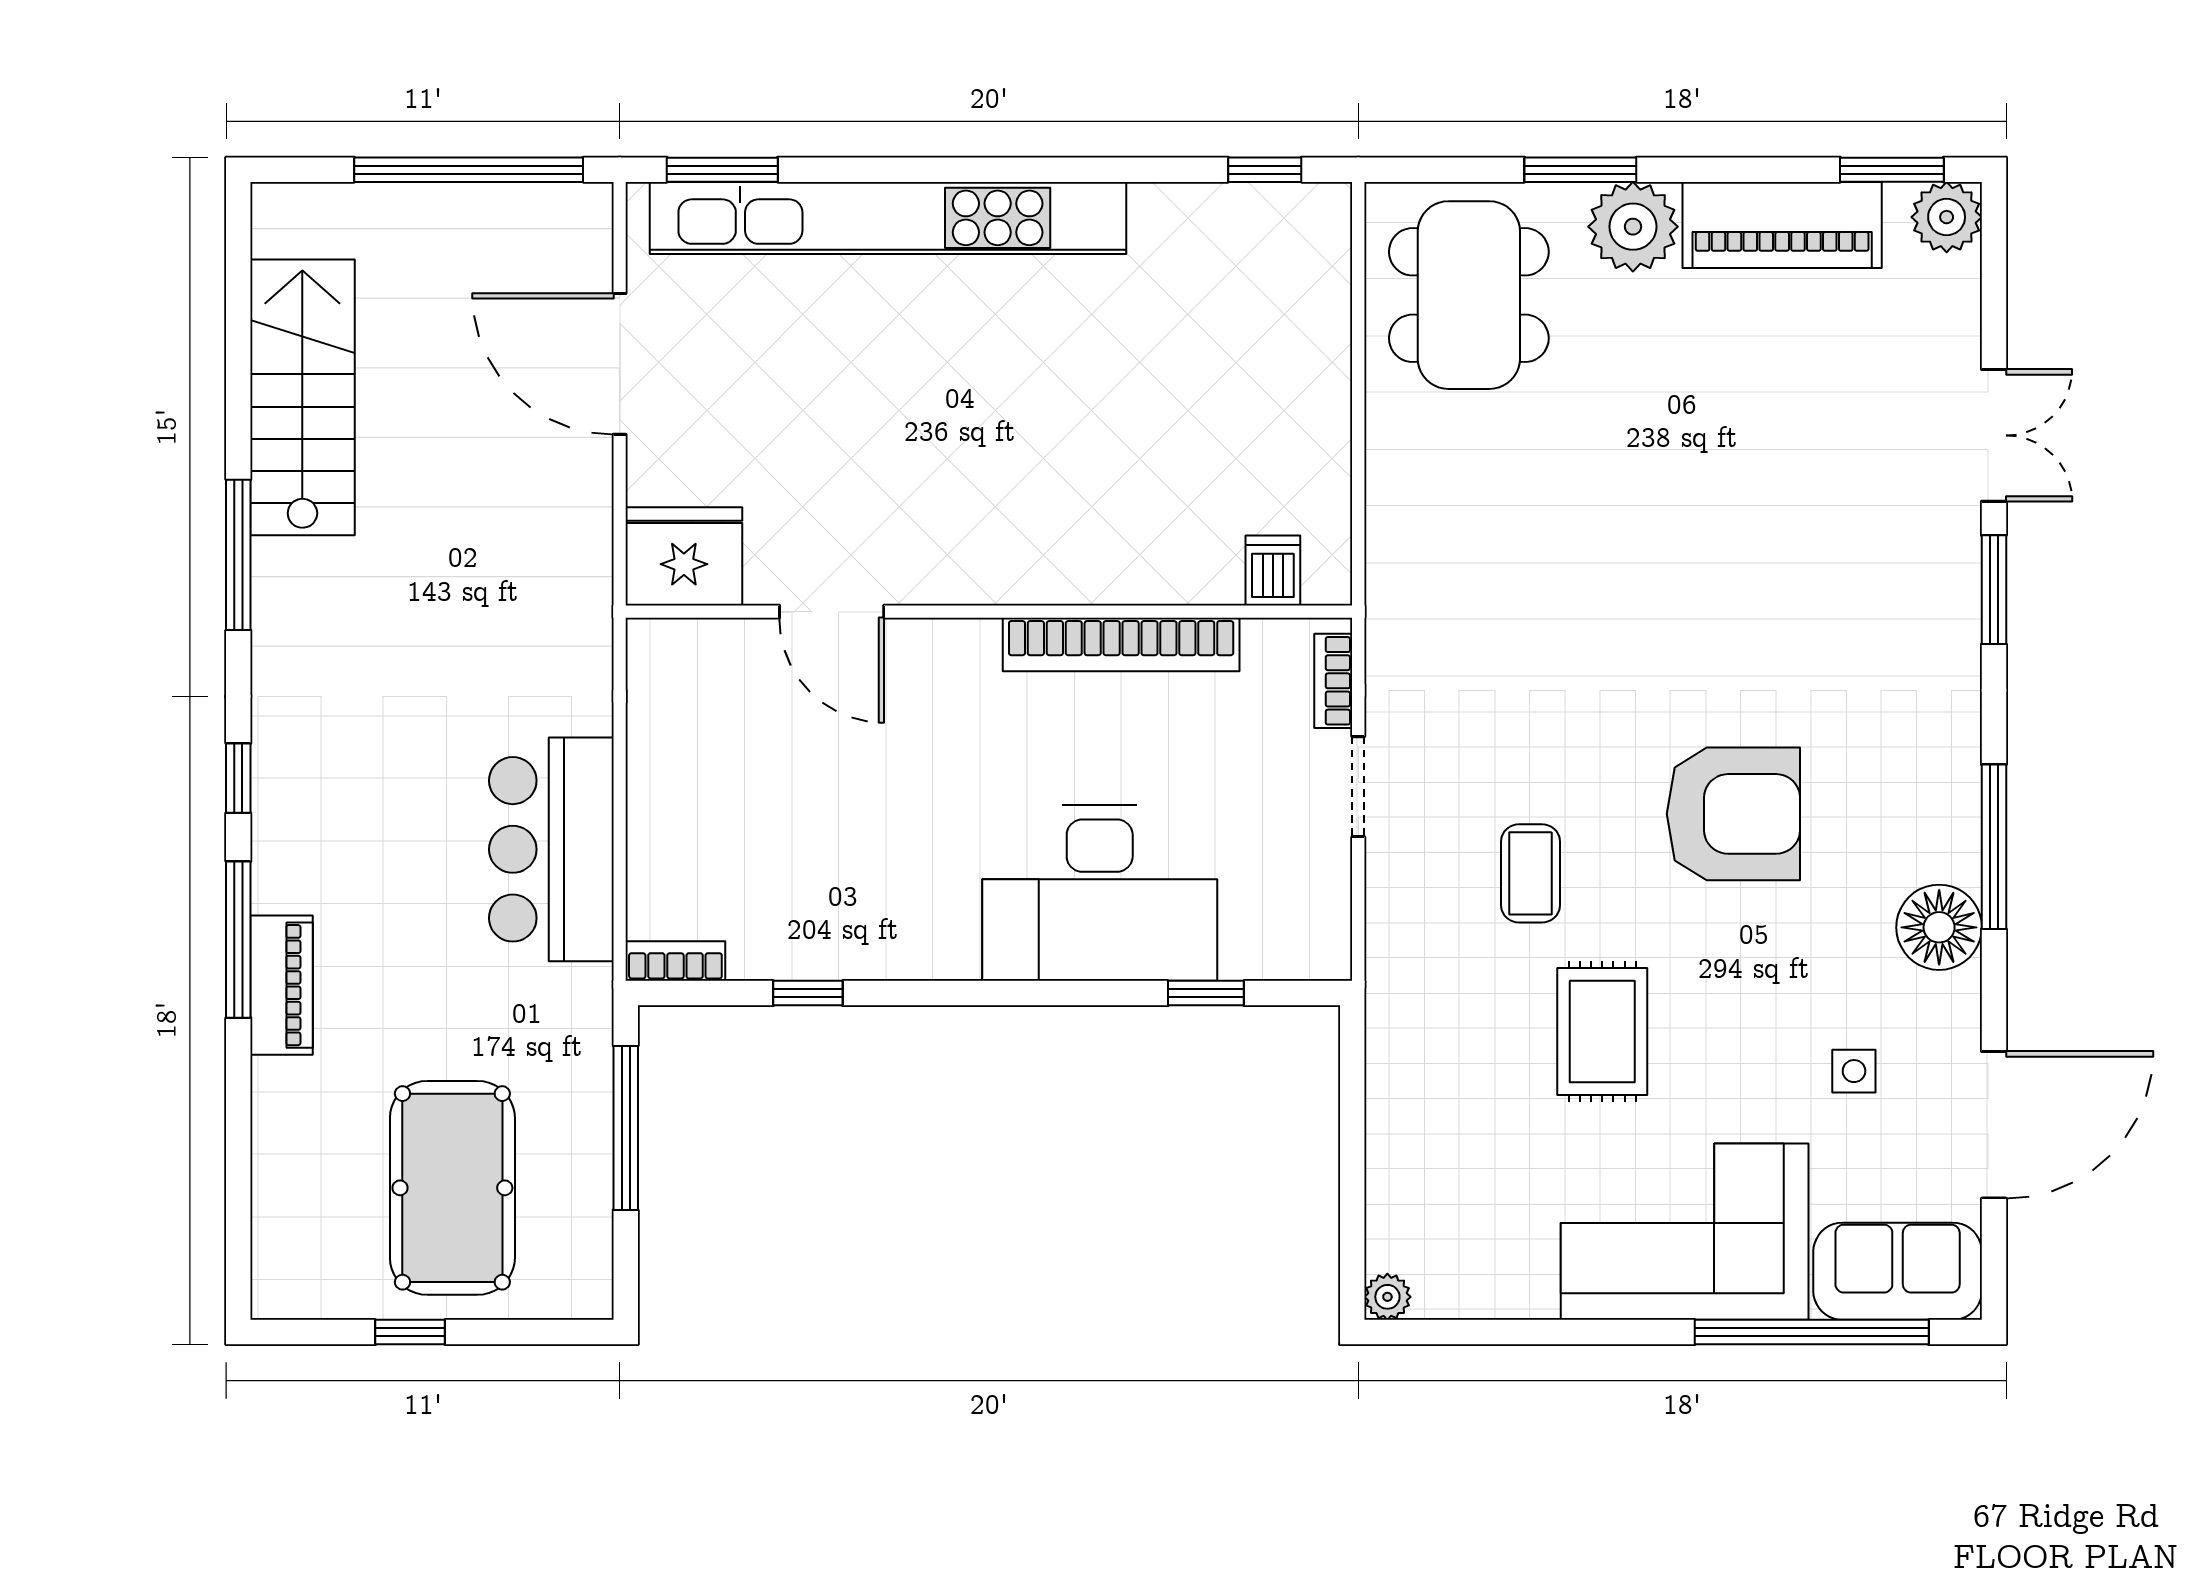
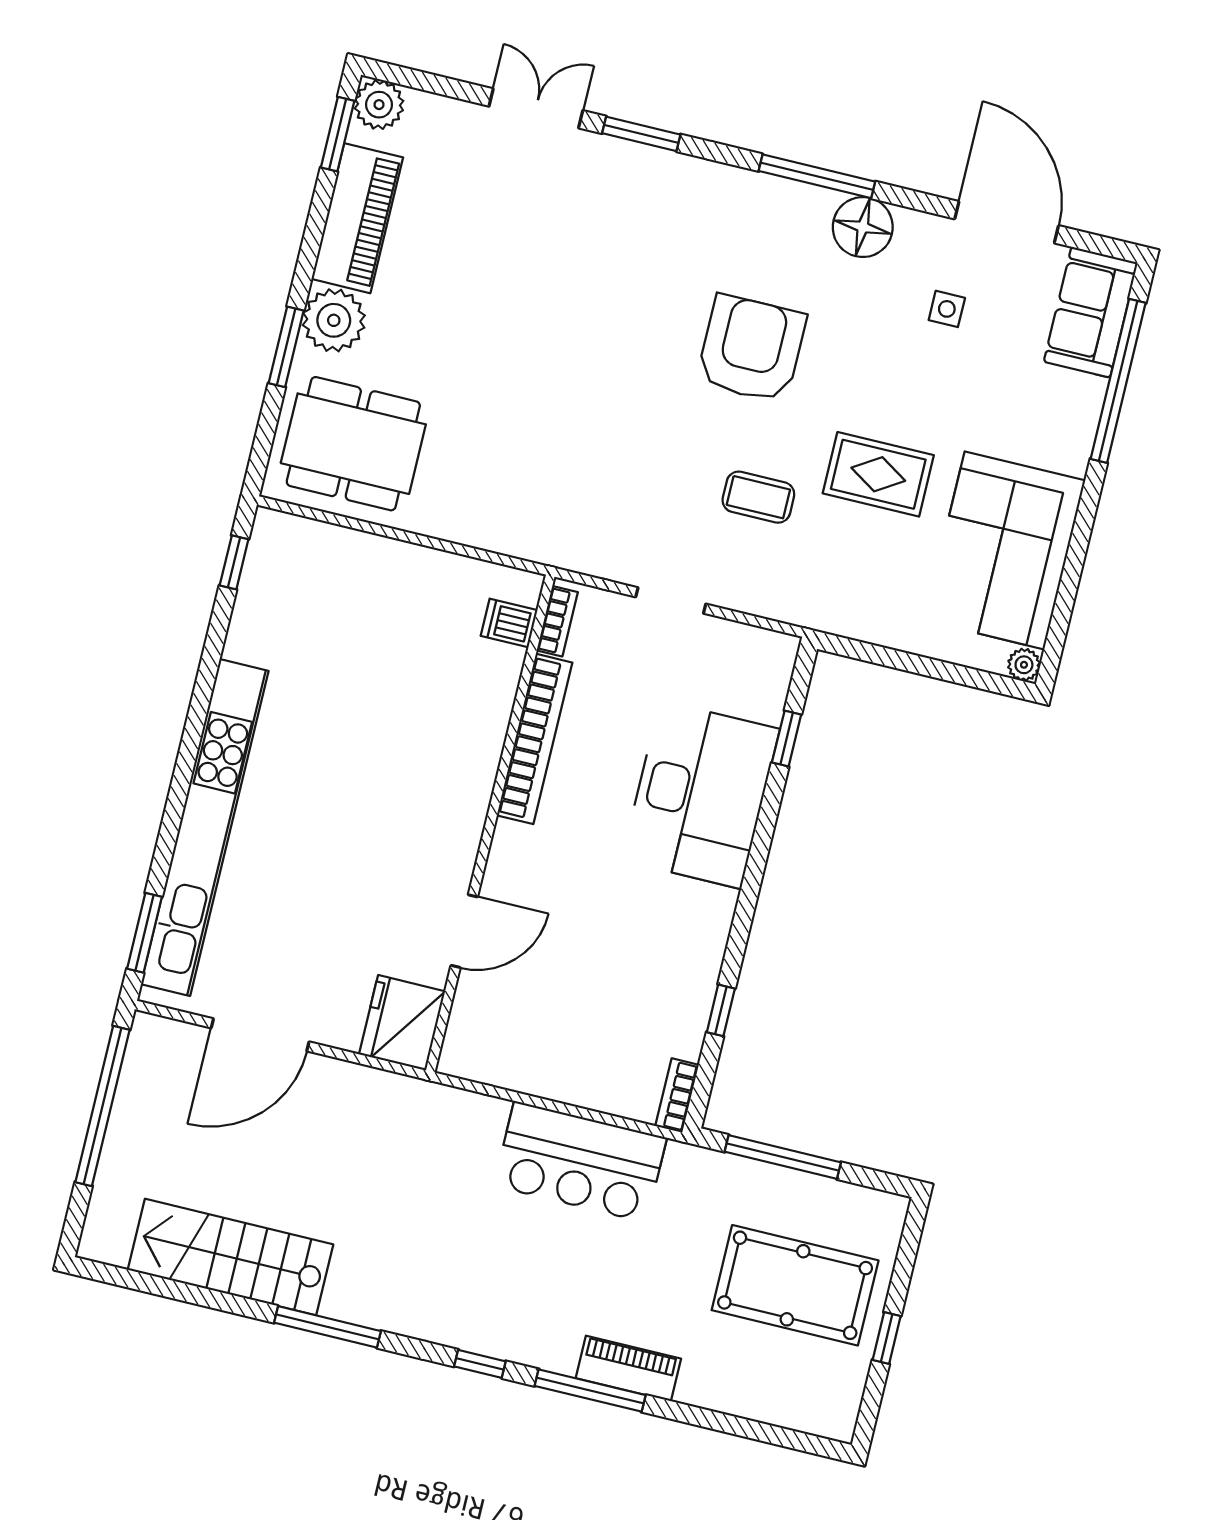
bookcase: (1333, 681) -> (557, 621), moved, turned -90
corner sofa: (1685, 1232) -> (1004, 550), moved

